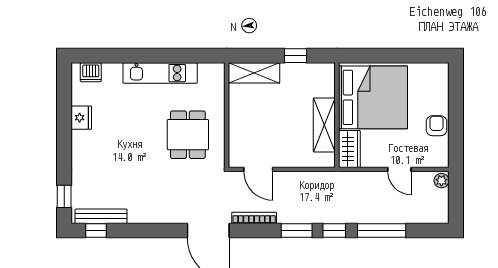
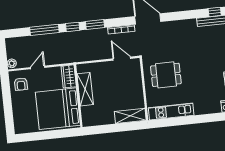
window: (296, 56) -> (107, 129), removed
kitchen unit: (160, 73) -> (171, 111), moved
armchair: (437, 126) -> (21, 84), moved
dining table: (188, 135) -> (166, 75), turned 90
door: (399, 169) -> (38, 67), hinge flipped

